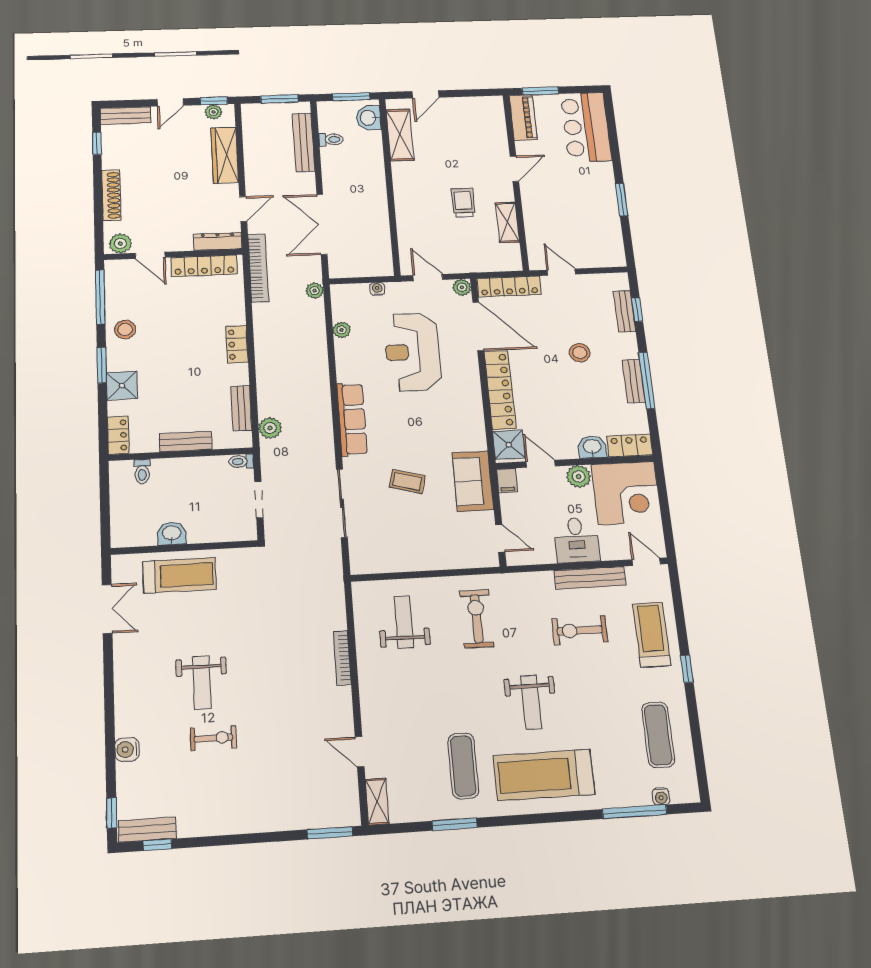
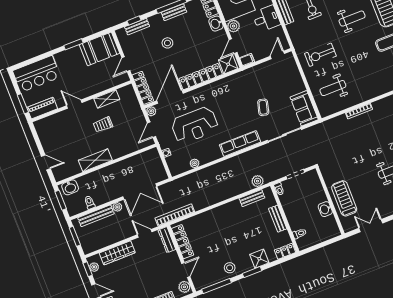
shelving: (400, 135) -> (95, 160), moved
booth: (601, 238) -> (99, 49), added
plant: (315, 291) -> (117, 207), moved
locker: (237, 344) -> (219, 211), removed
sofa: (473, 481) -> (304, 108), moved, turned 90

